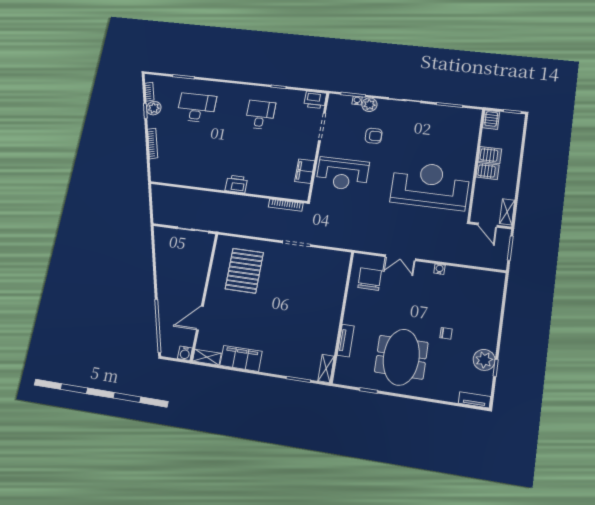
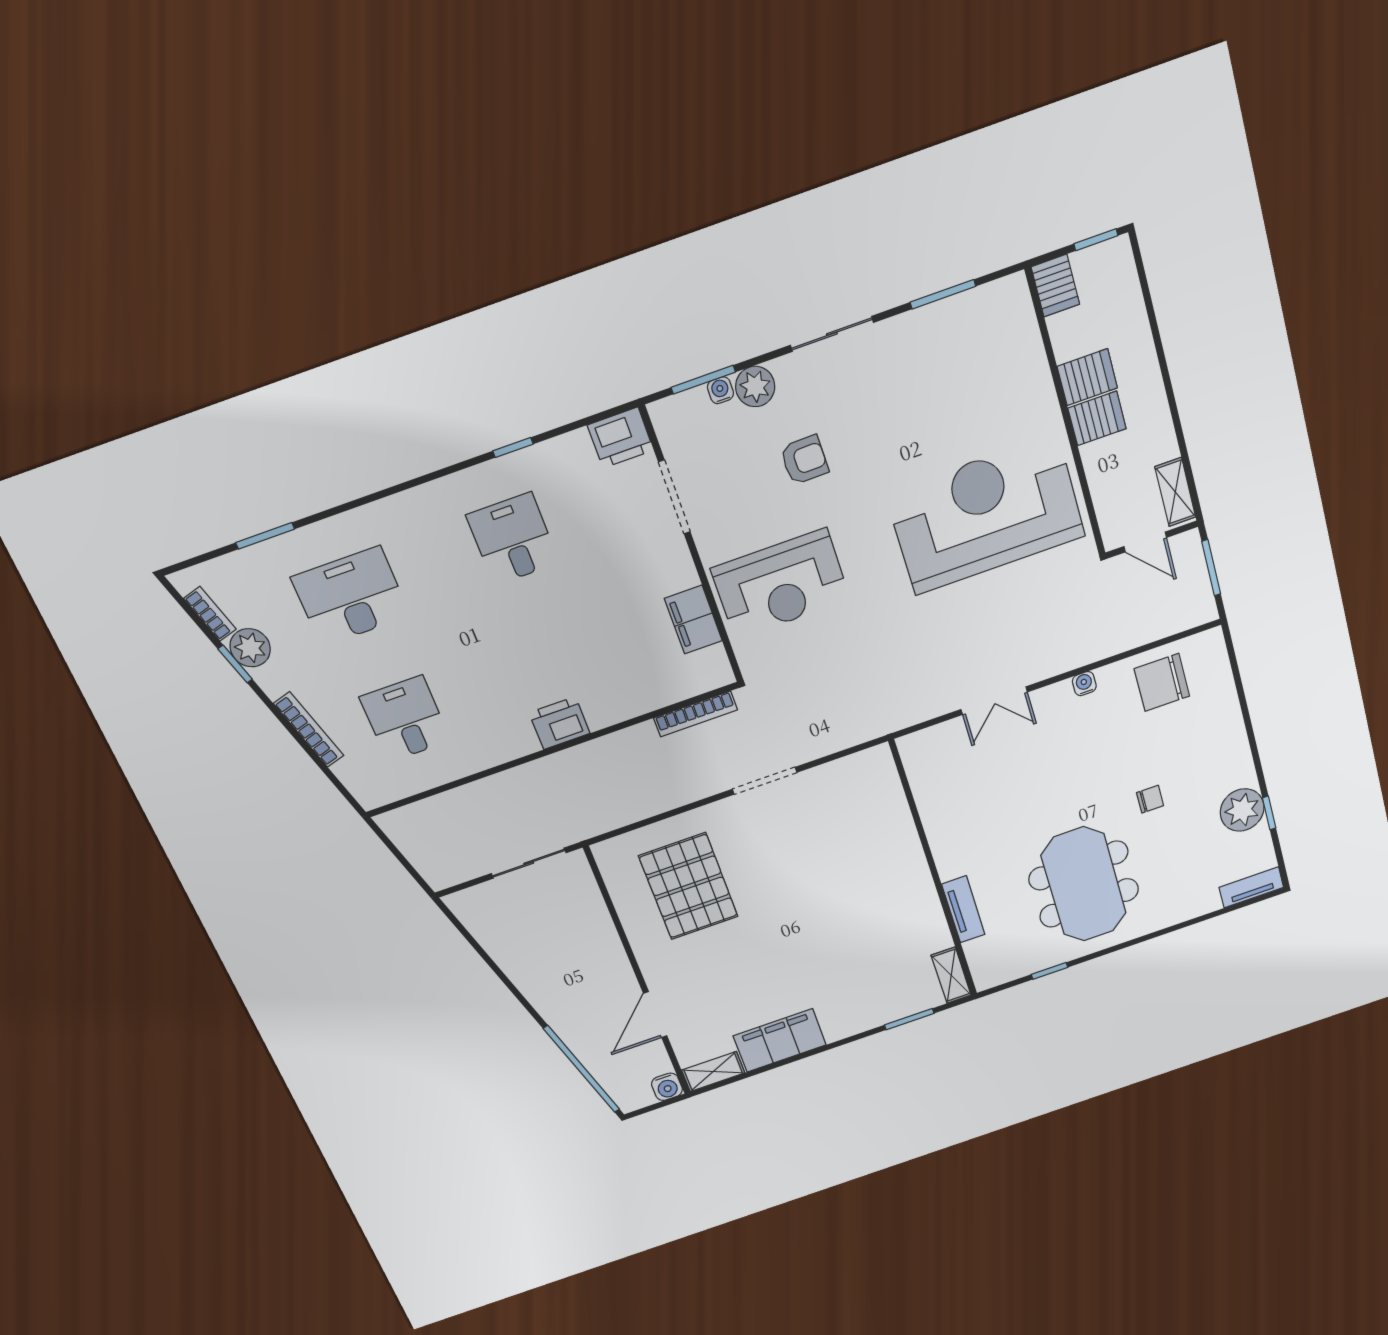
desk: (186, 156) -> (405, 719), added
chair: (370, 279) -> (1162, 682), moved, turned -90

